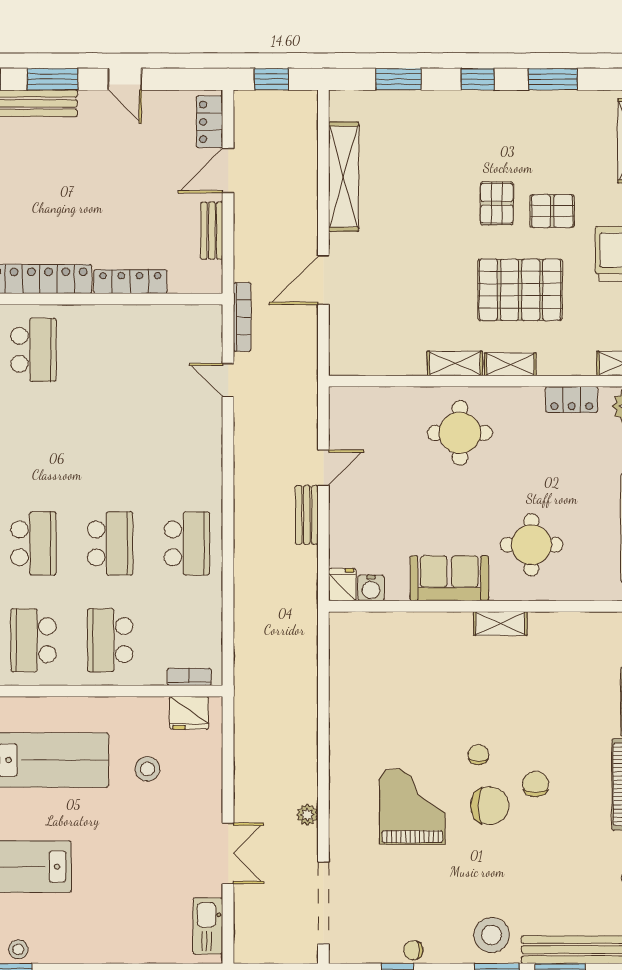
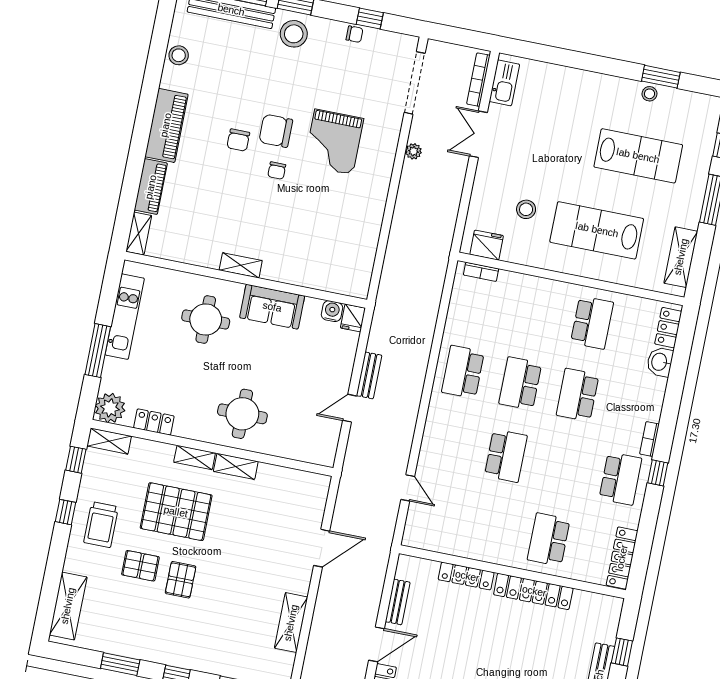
shelving: (344, 177) -> (291, 623), width x0.68
bookcase: (242, 317) -> (478, 80), moved
school desk: (110, 640) -> (506, 456), moved

